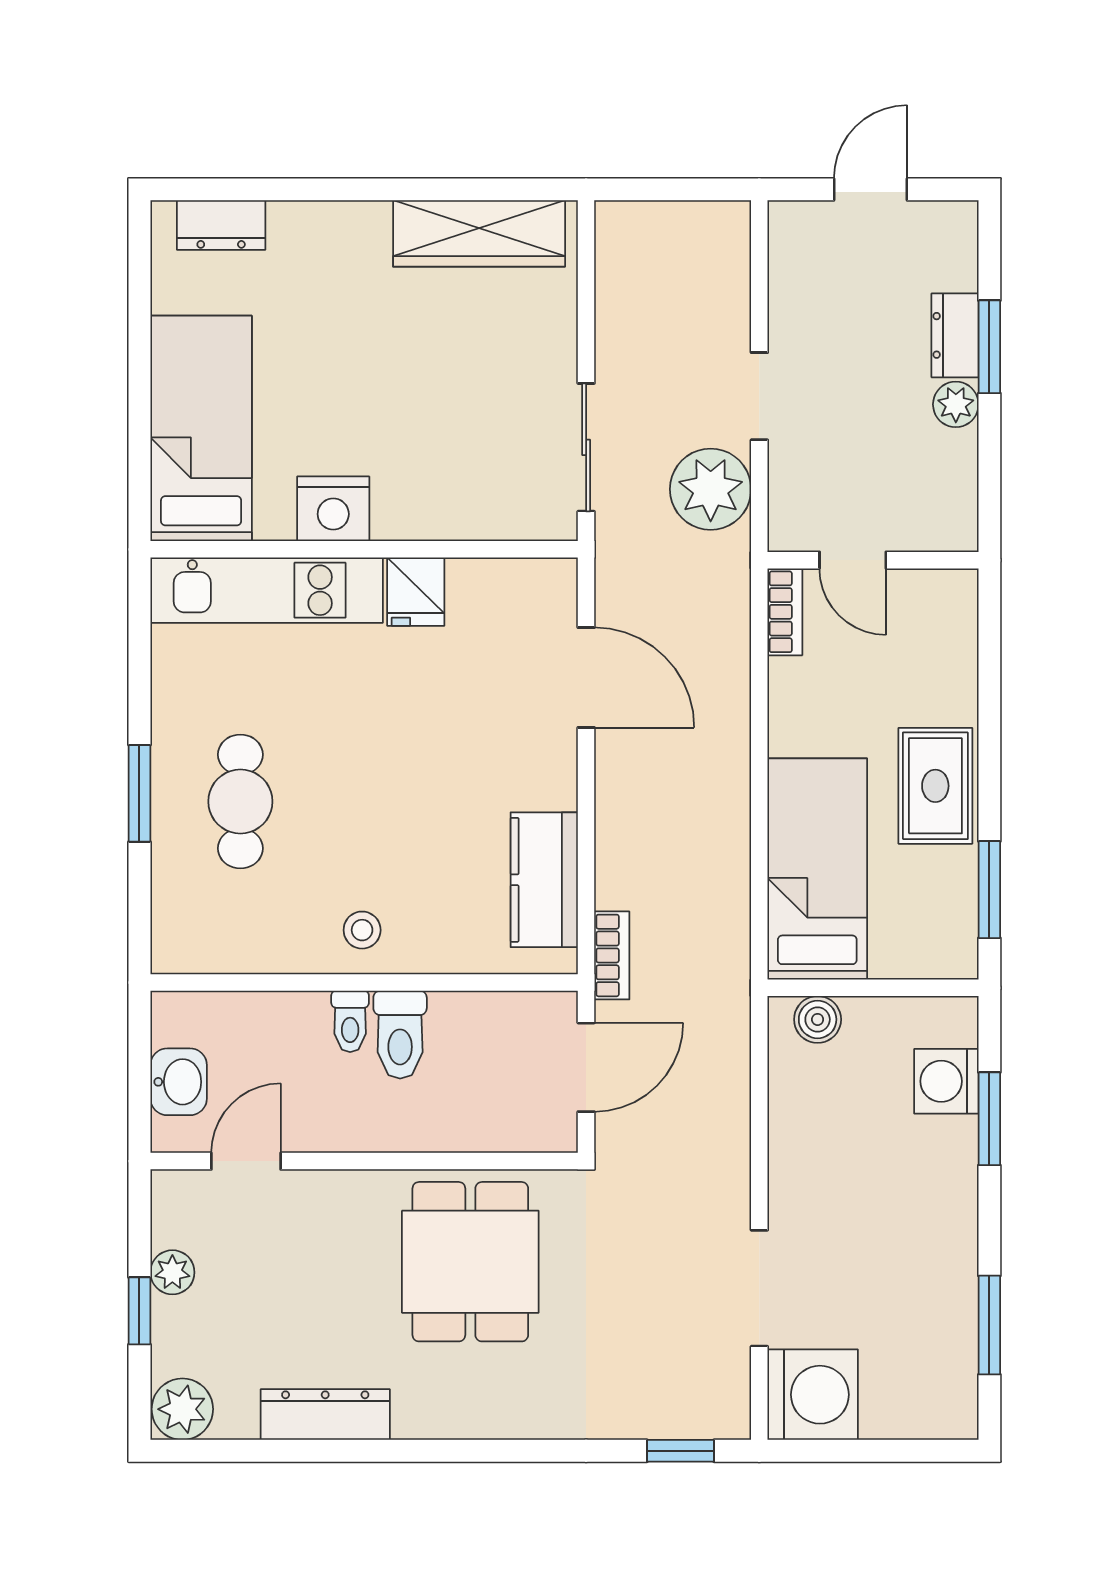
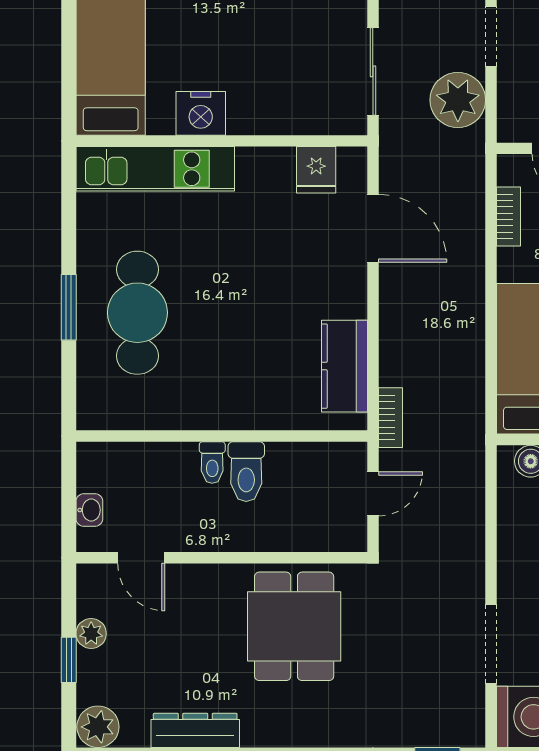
fridge: (416, 592) -> (316, 170), moved
bookcase: (785, 612) -> (508, 216), moved
cafe table: (240, 801) -> (137, 313), width x1.37, depth x1.35
stool: (362, 930) -> (220, 400), removed
door: (586, 1067) -> (373, 494), width x0.73
washbasin: (179, 1082) -> (89, 510), width x0.72, depth x0.69
door: (246, 1161) -> (141, 558), swing flipped

